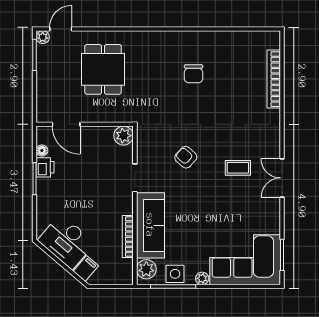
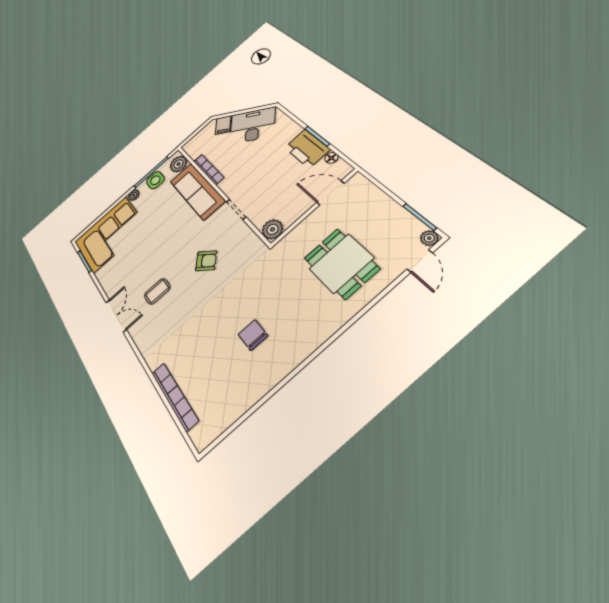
printer: (45, 167) -> (307, 149), width x1.87, depth x1.48

